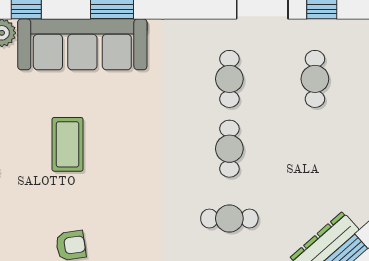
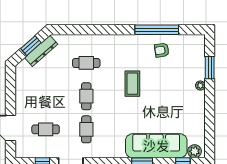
cafe table: (315, 79) -> (46, 129), turned 90
coffee table: (68, 144) -> (132, 84), moved

